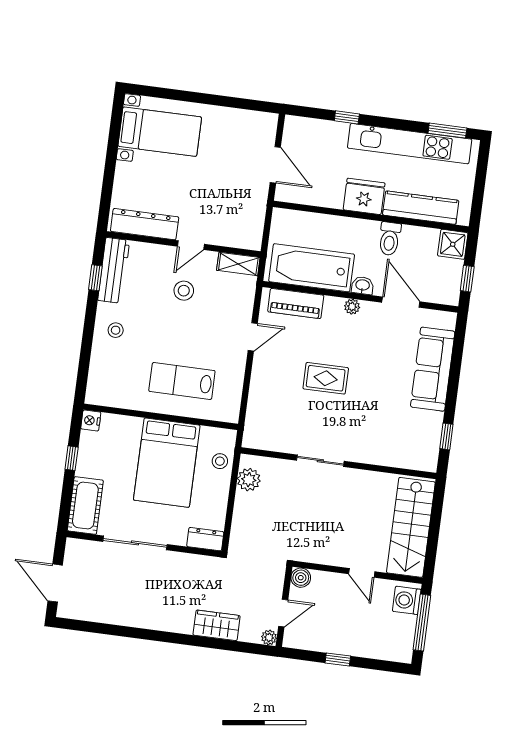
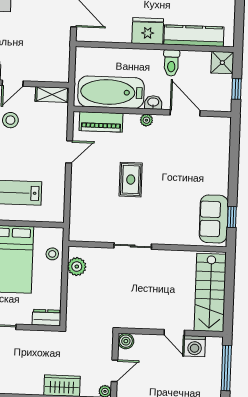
sofa: (433, 369) -> (214, 219), moved, width x0.73
rug: (326, 378) -> (131, 180), turned 90
washing machine: (407, 600) -> (195, 346), moved, turned -90

